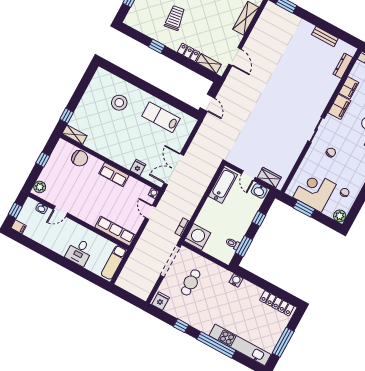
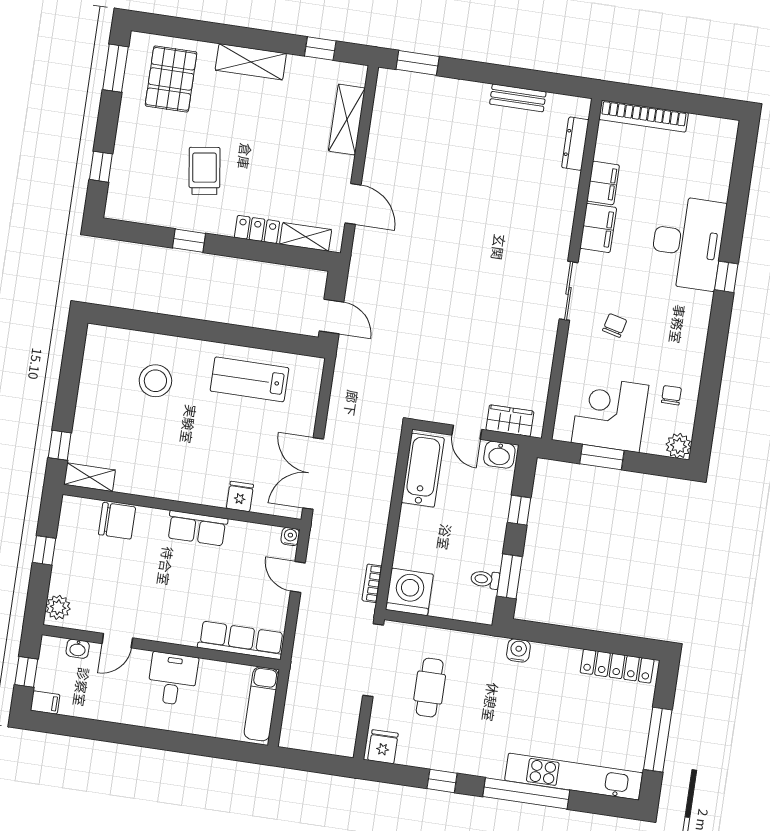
desk: (79, 252) -> (173, 679), moved, turned 180

